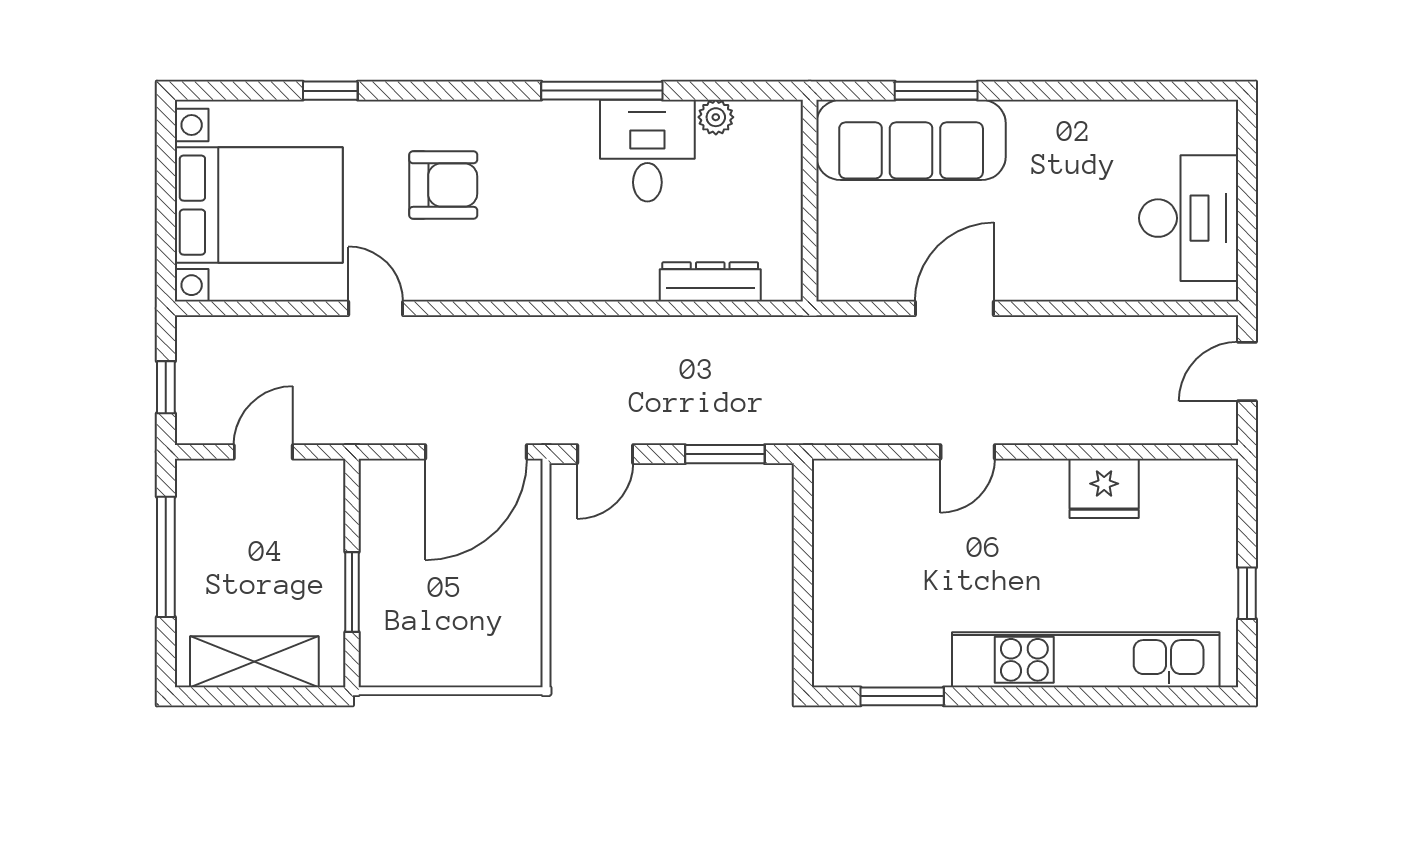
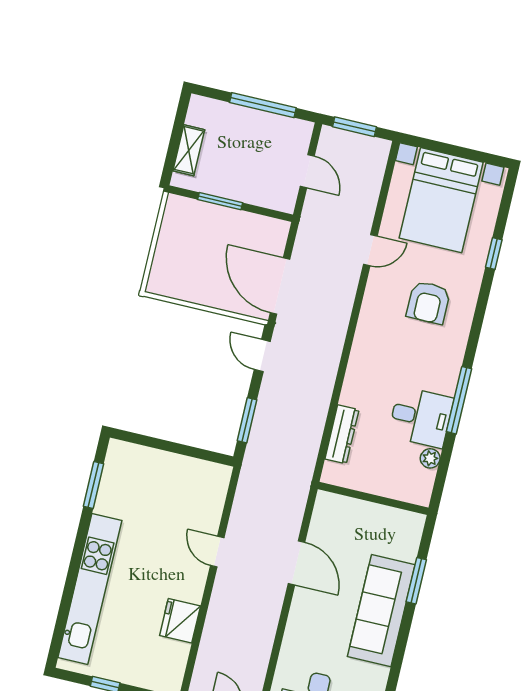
sofa: (911, 140) -> (381, 611), moved
window: (166, 387) -> (355, 127), width x1.50
shelving: (254, 662) -> (189, 150), width x0.67, depth x0.75

